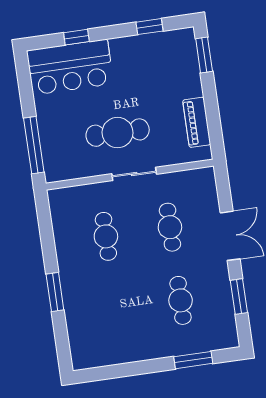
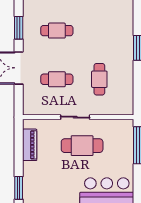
cafe table: (170, 227) -> (57, 79), turned 90
cafe table: (181, 300) -> (57, 31), turned 90

